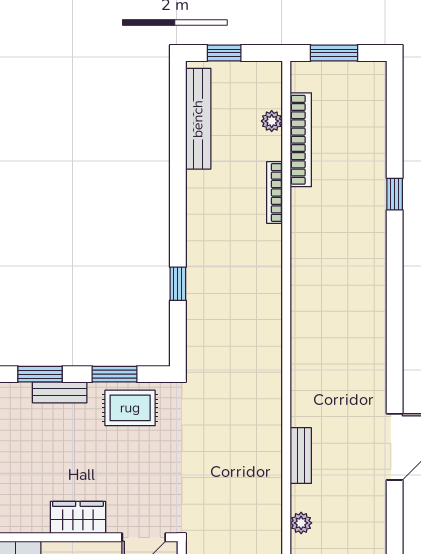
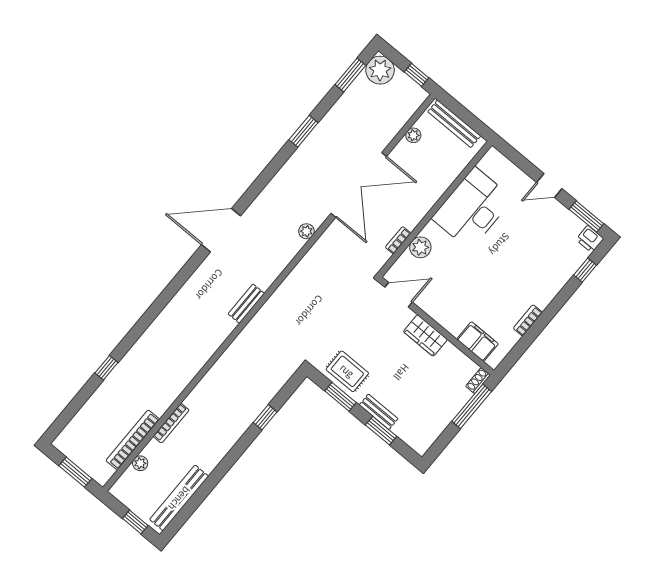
bench: (301, 456) -> (246, 304), moved

